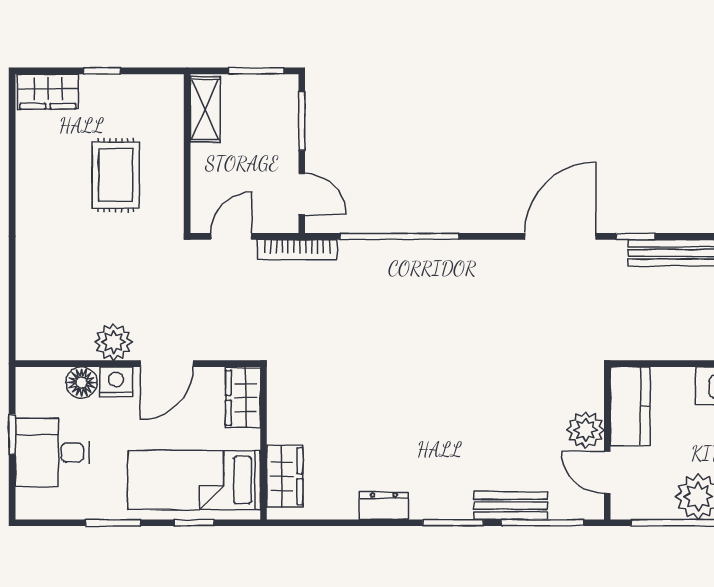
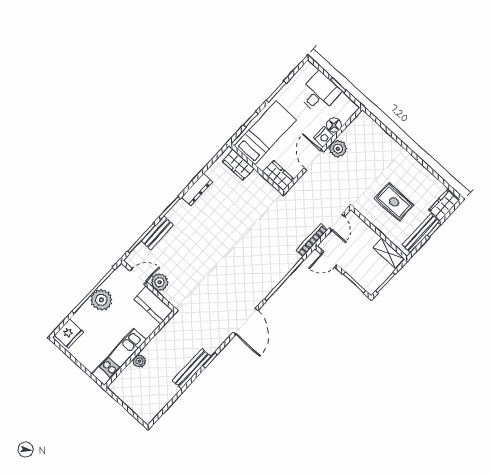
bench: (126, 87) -> (421, 233), added
door: (560, 236) -> (246, 321), moved
dresser: (384, 506) -> (197, 190), width x1.44

